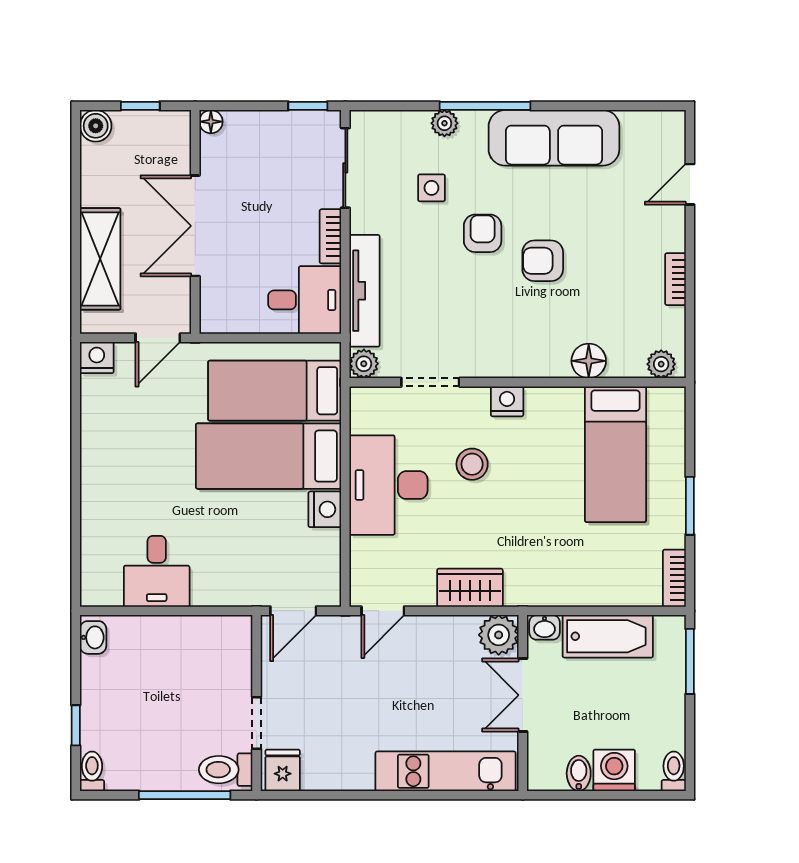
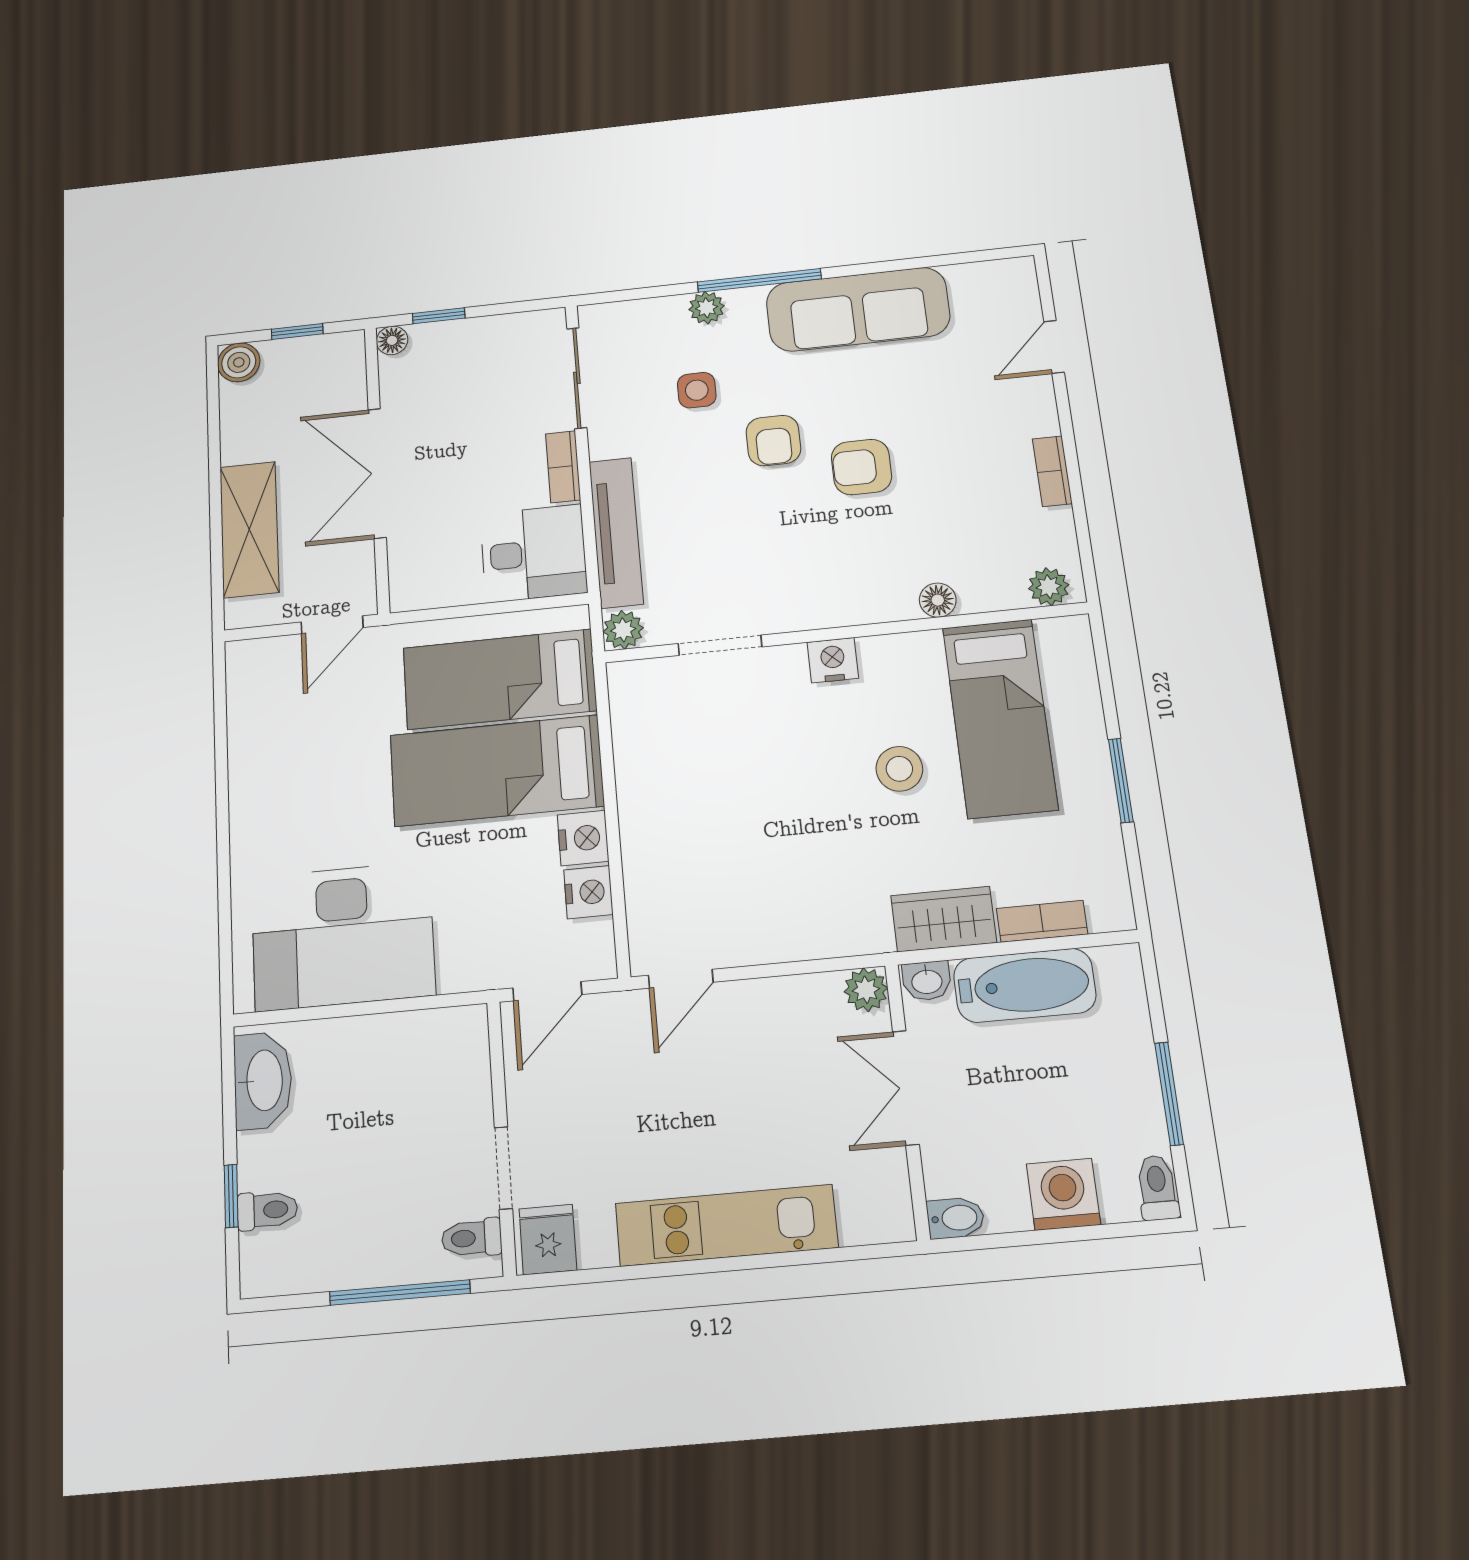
window: (308, 106) -> (439, 316), moved
armchair: (483, 233) -> (773, 440), turned 180
nightstand: (97, 358) -> (588, 892), moved, turned 90
floor lamp: (589, 361) -> (938, 600), width x0.73, depth x0.73
stool: (472, 464) -> (899, 769), moved
desk: (388, 485) -> (673, 794), removed
desk: (157, 571) -> (343, 936), width x1.87, depth x1.30
bookcase: (674, 578) -> (1042, 921), moved, turned 90
wardrobe: (470, 588) -> (944, 919), moved
plant: (499, 635) -> (866, 990), width x0.73, depth x0.73
washbasin: (93, 637) -> (263, 1080), width x1.91, depth x1.45
window: (690, 661) -> (1169, 1094), moved
toilet: (226, 770) -> (472, 1238), width x0.73, depth x0.72
toilet: (92, 771) -> (267, 1210), moved, turned 90
kitchen unit: (446, 771) -> (726, 1225), moved
bidet: (579, 773) -> (956, 1218), moved, turned 90

